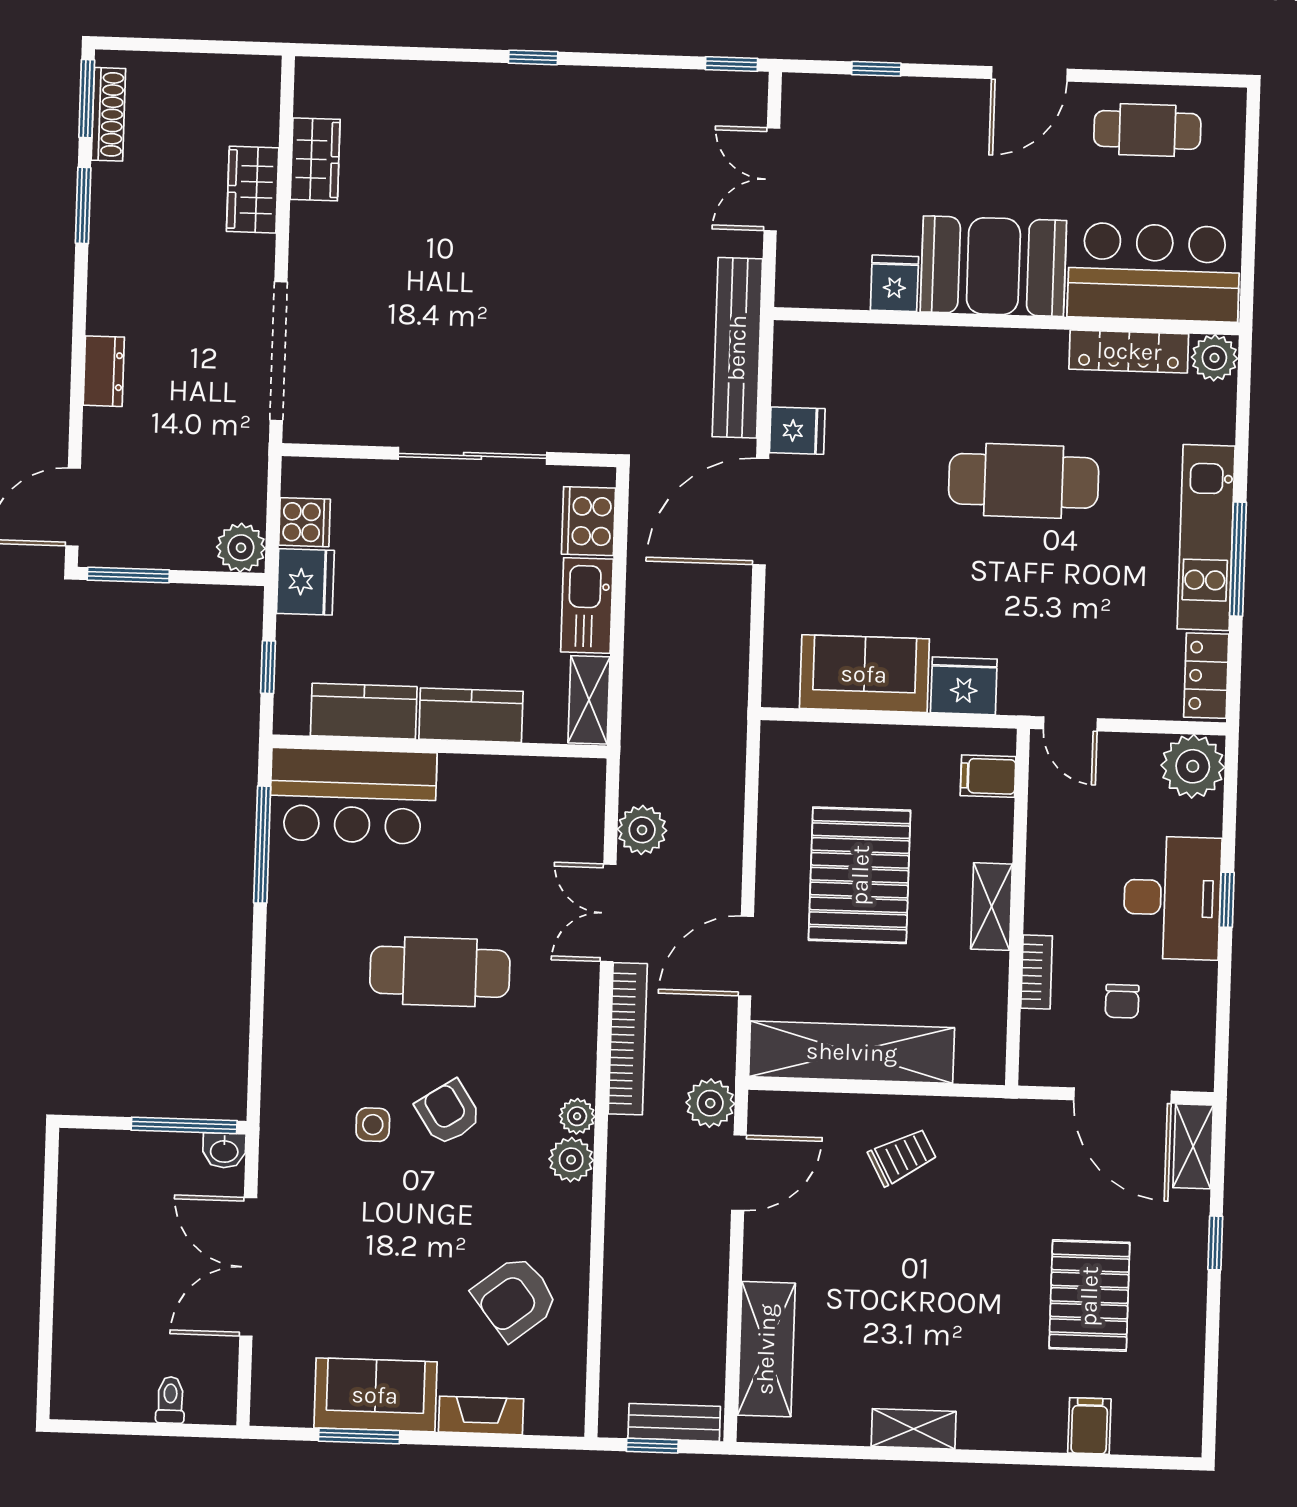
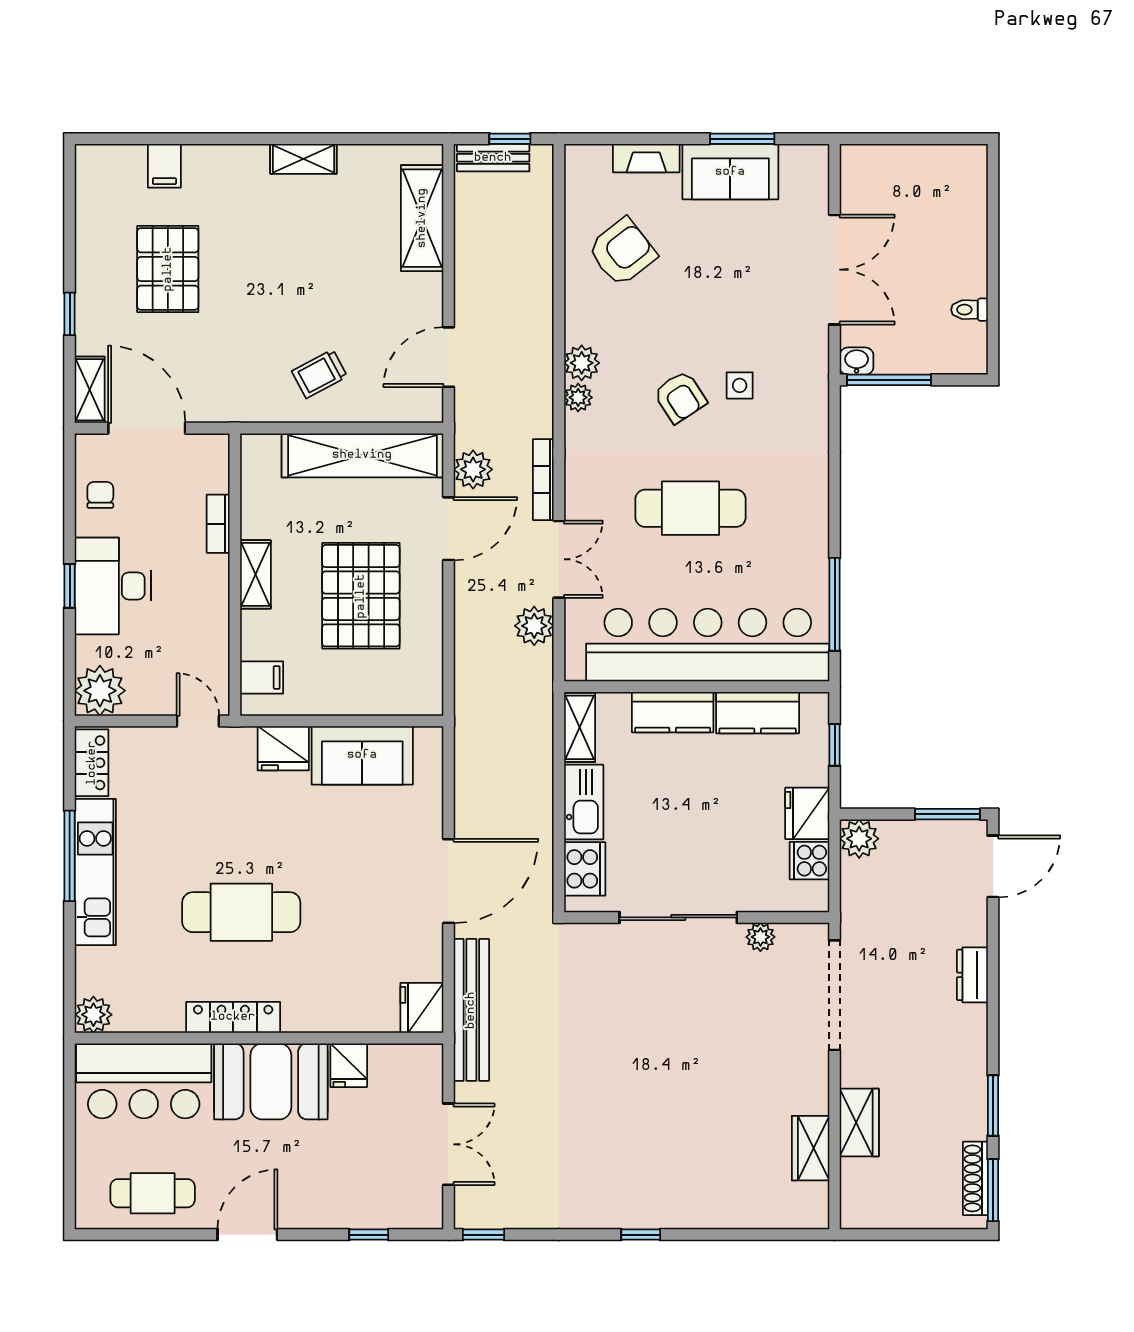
locker: (1129, 351) -> (233, 1017), moved
plant: (370, 428) -> (760, 937), added
fridge: (797, 431) -> (422, 1008), moved, width x1.38
bar counter: (353, 796) -> (708, 645), width x1.86
chair: (1122, 1001) -> (100, 495), moved
bookcase: (628, 1039) -> (543, 480), width x0.68, depth x0.76
plant: (710, 1103) -> (473, 469), moved
toilet: (170, 1400) -> (970, 310), moved, turned 90

